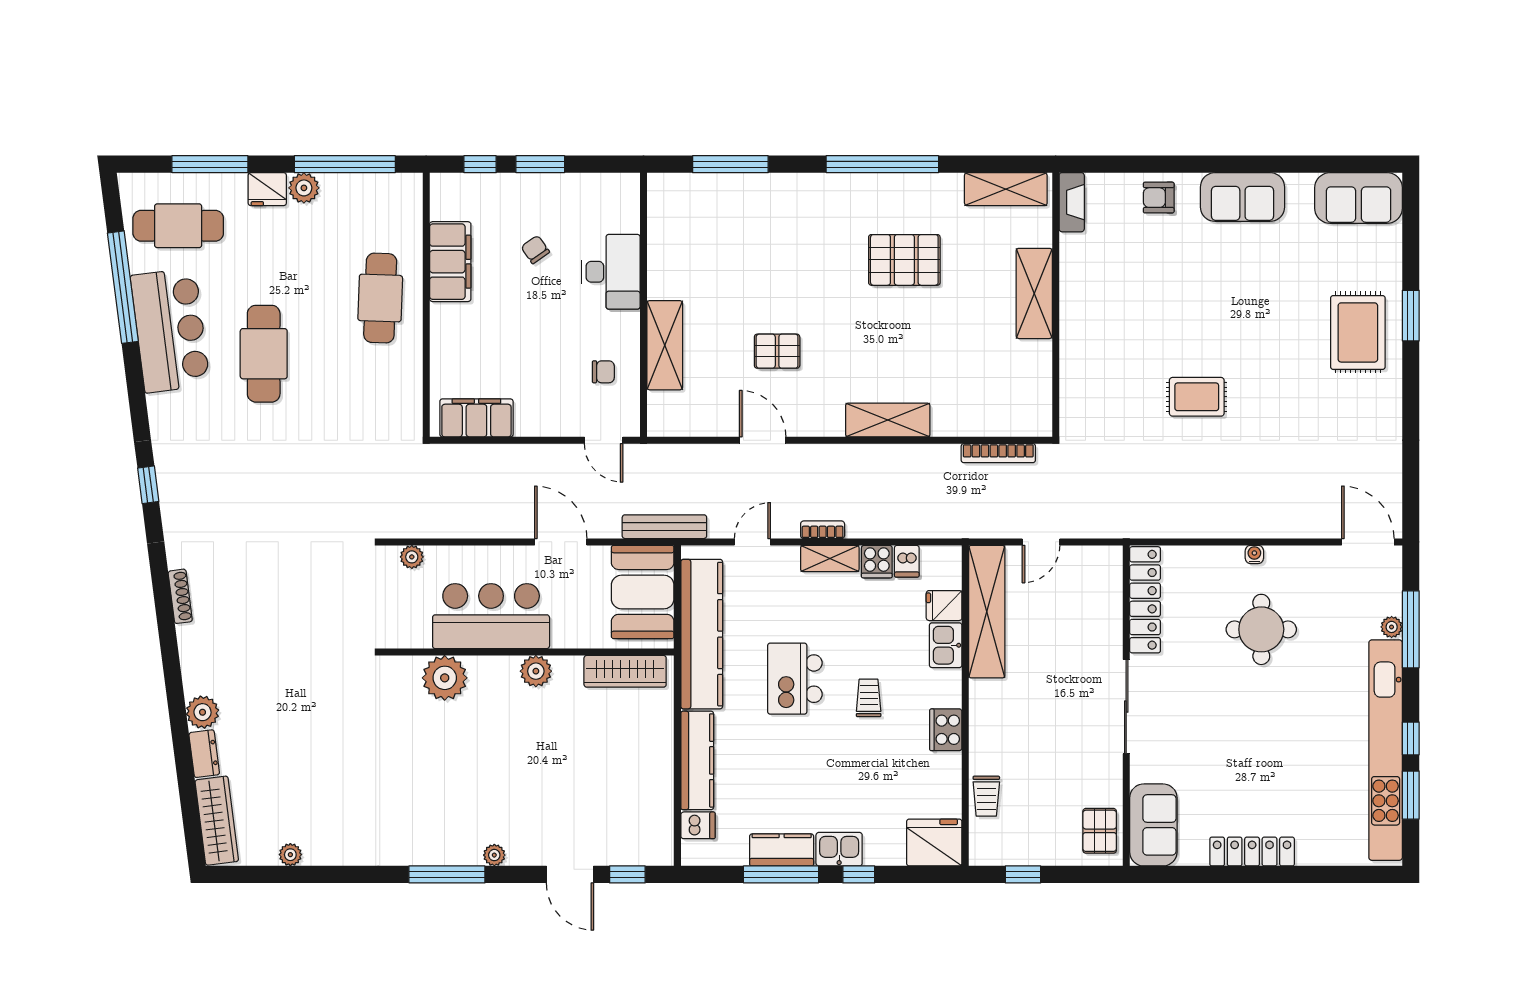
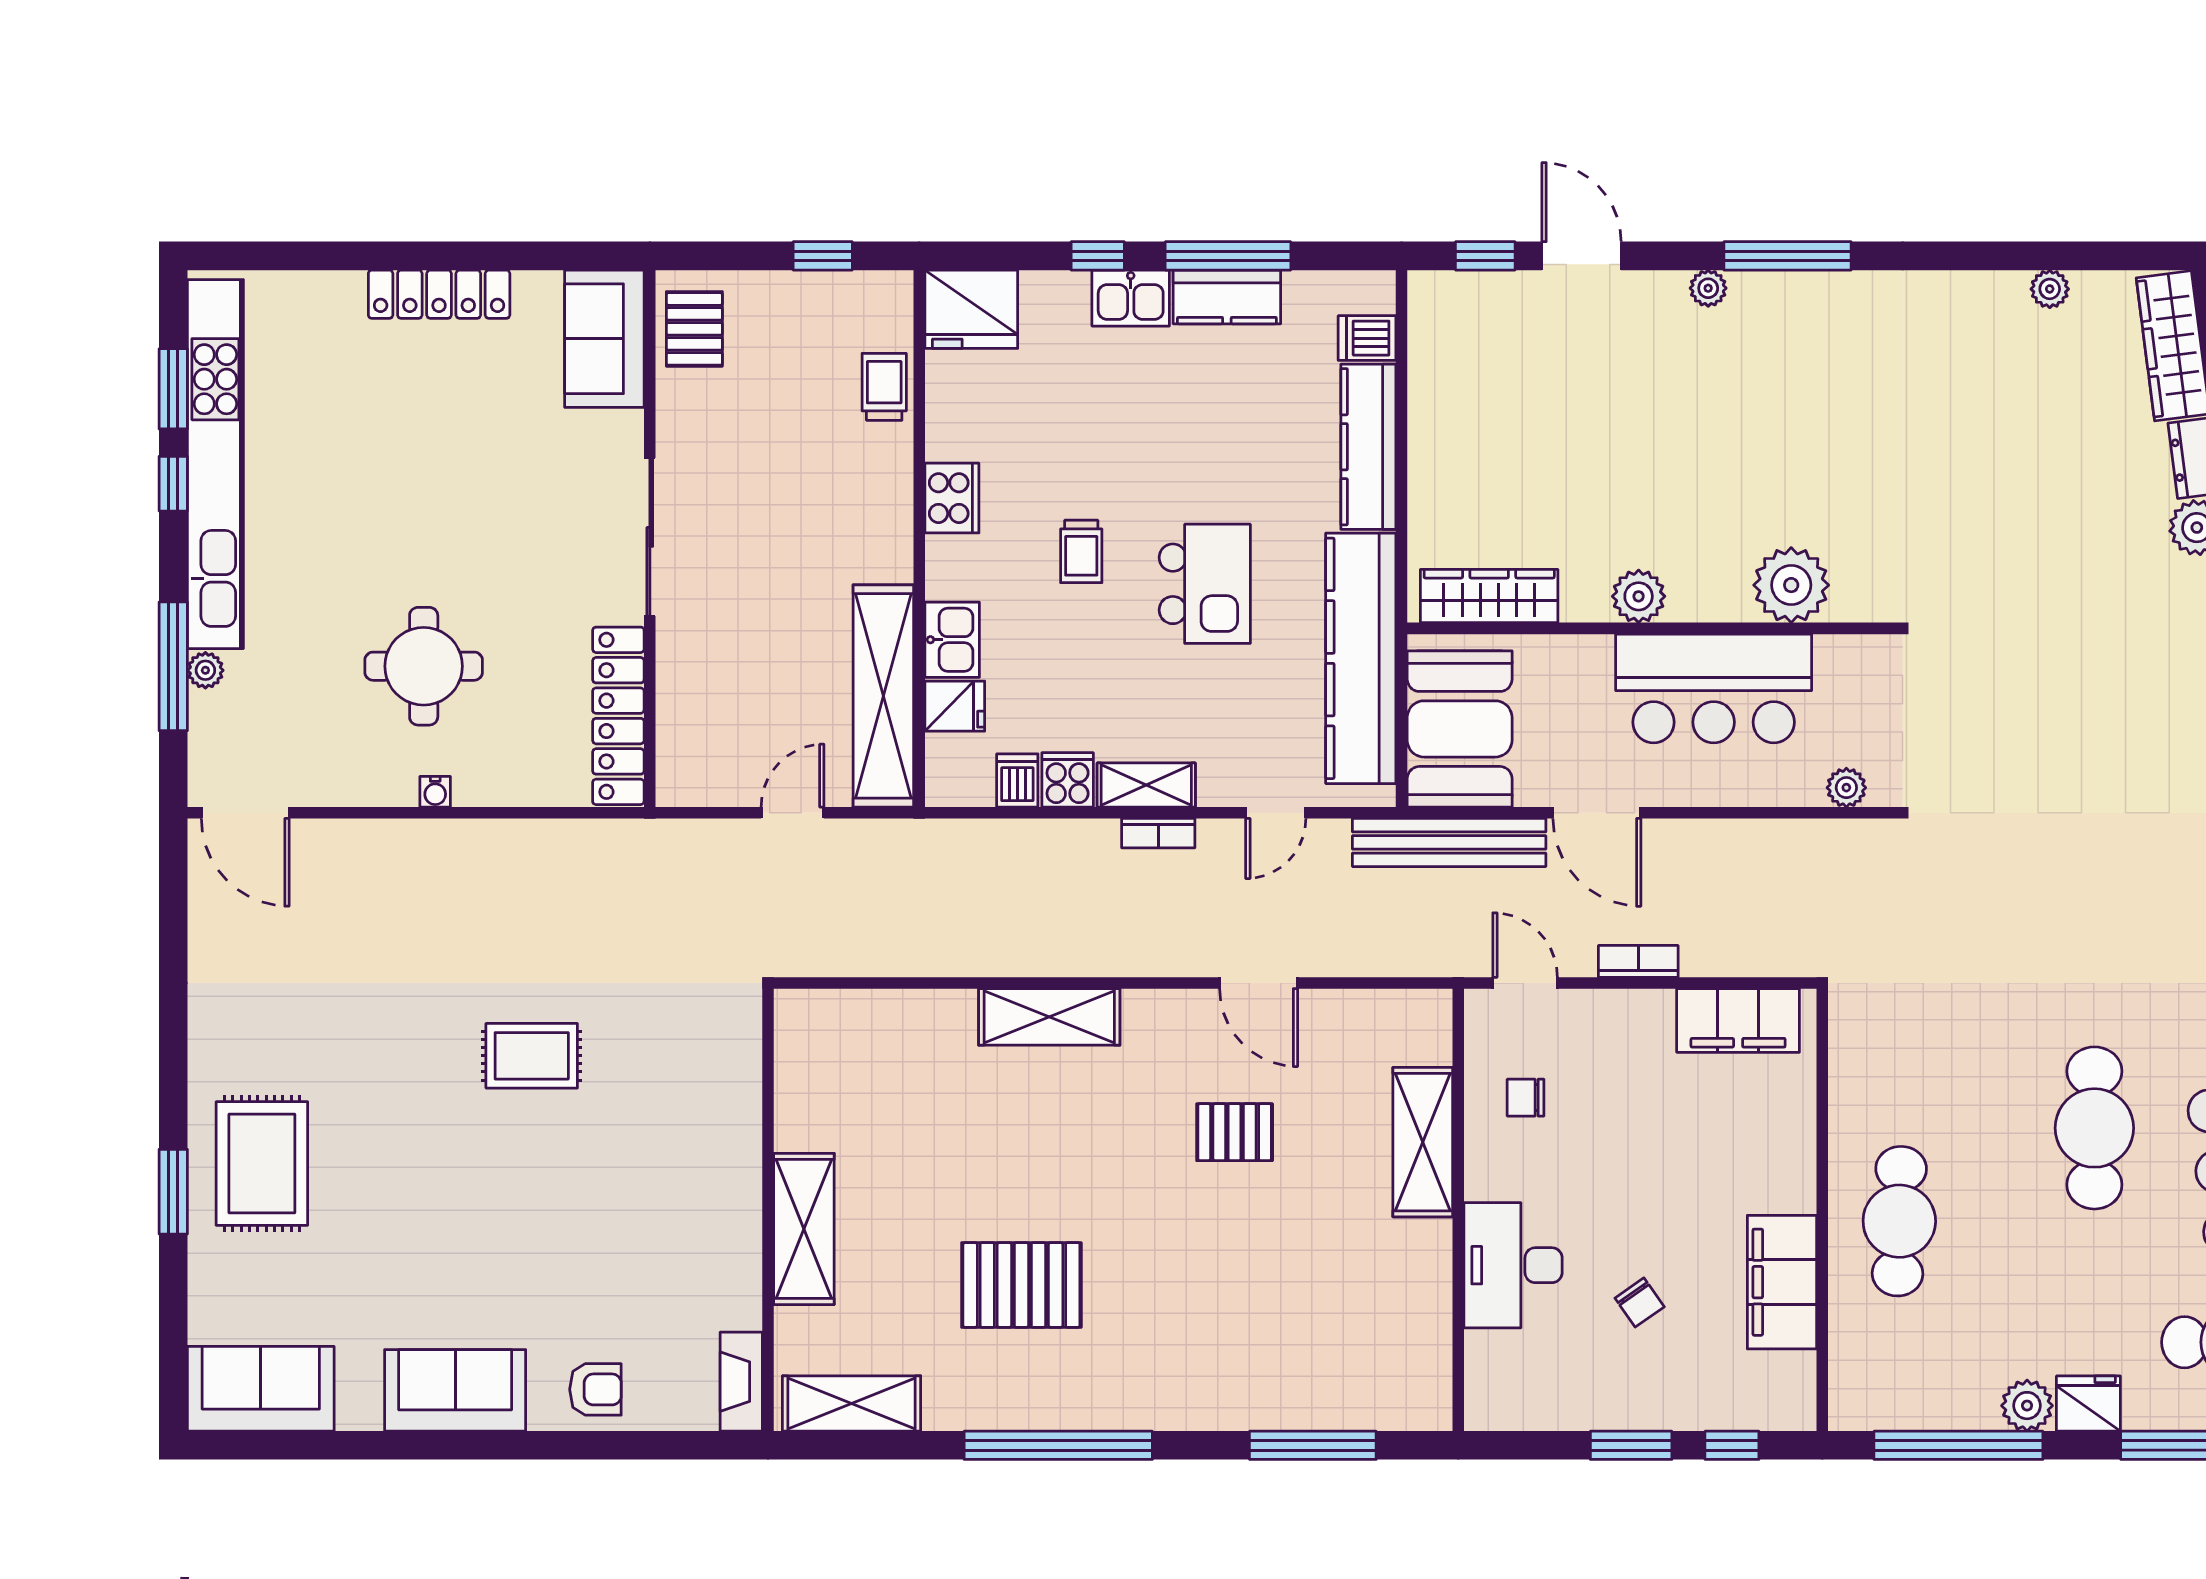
bookcase: (998, 453) -> (1638, 961), moved, width x0.64
bench: (664, 527) -> (1449, 842), width x1.37, depth x1.21

